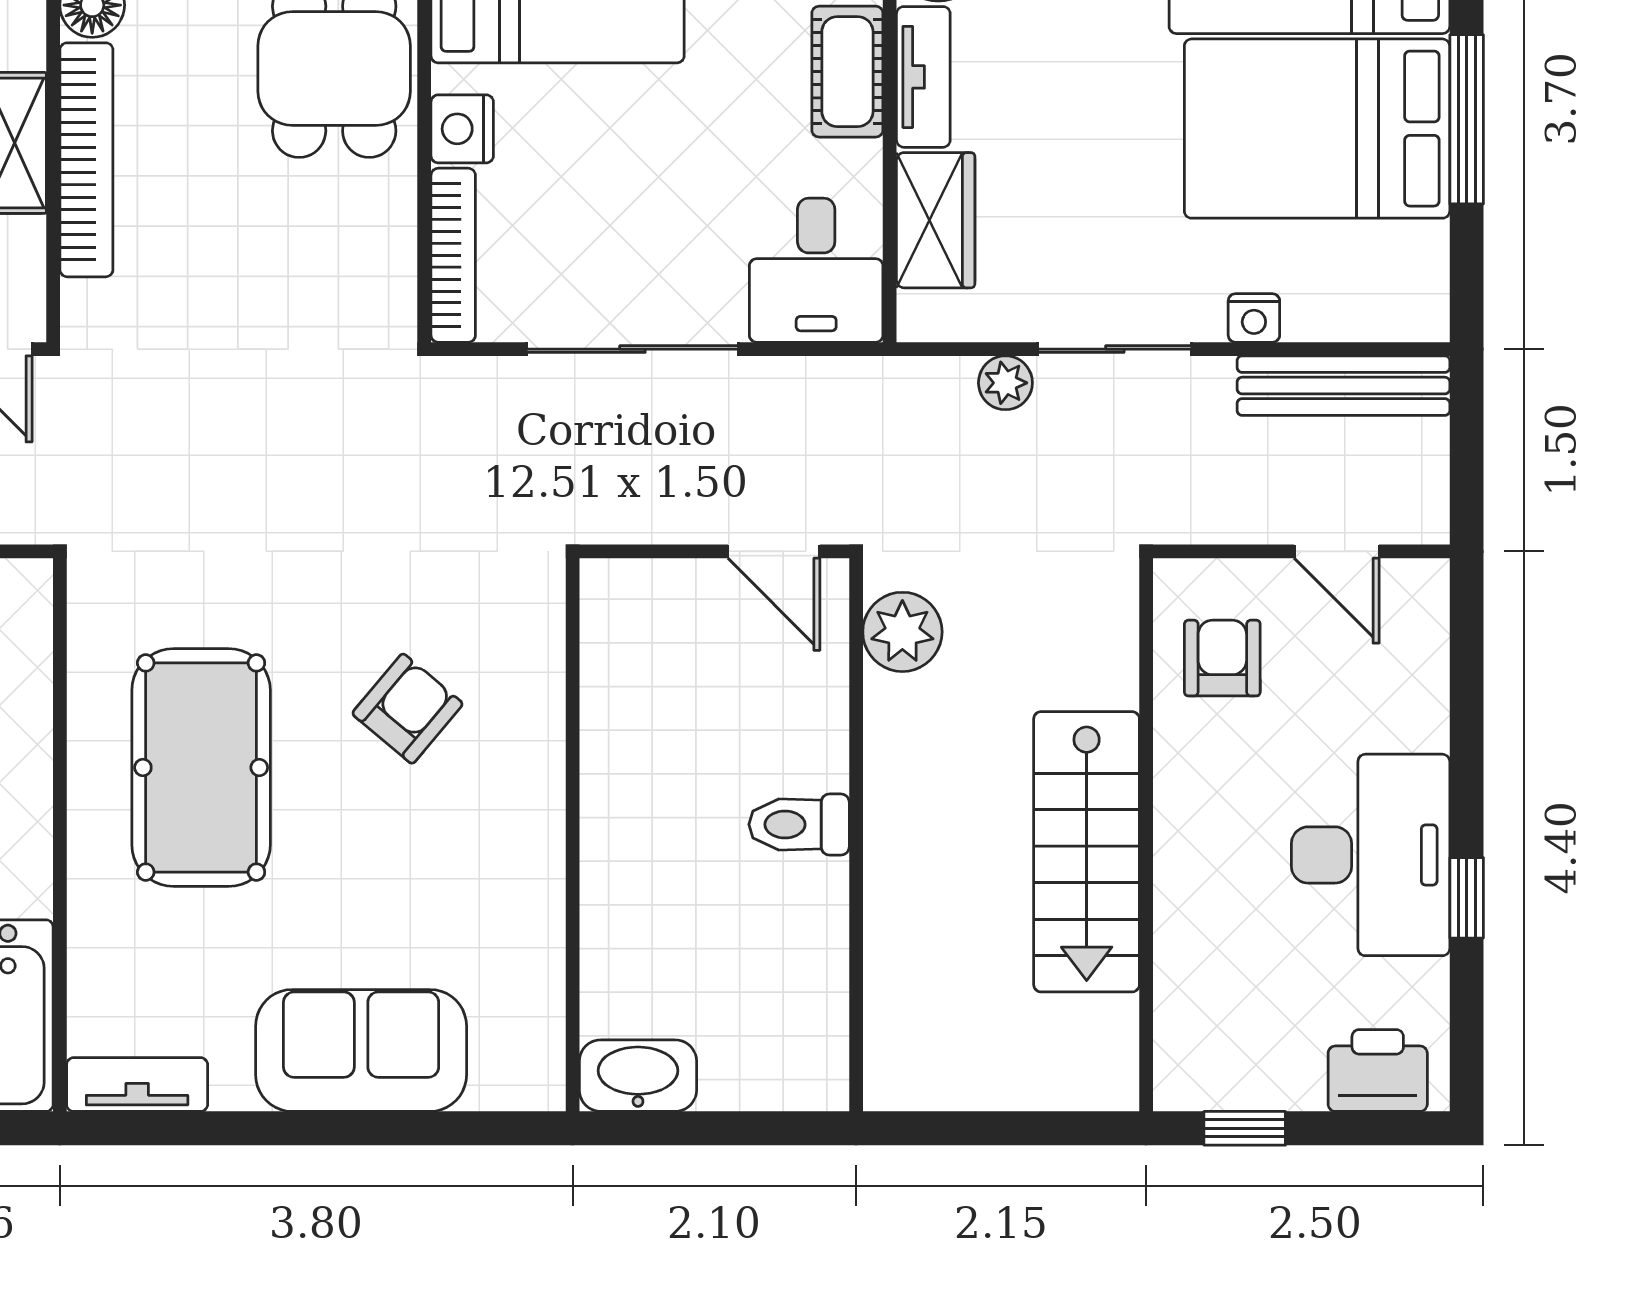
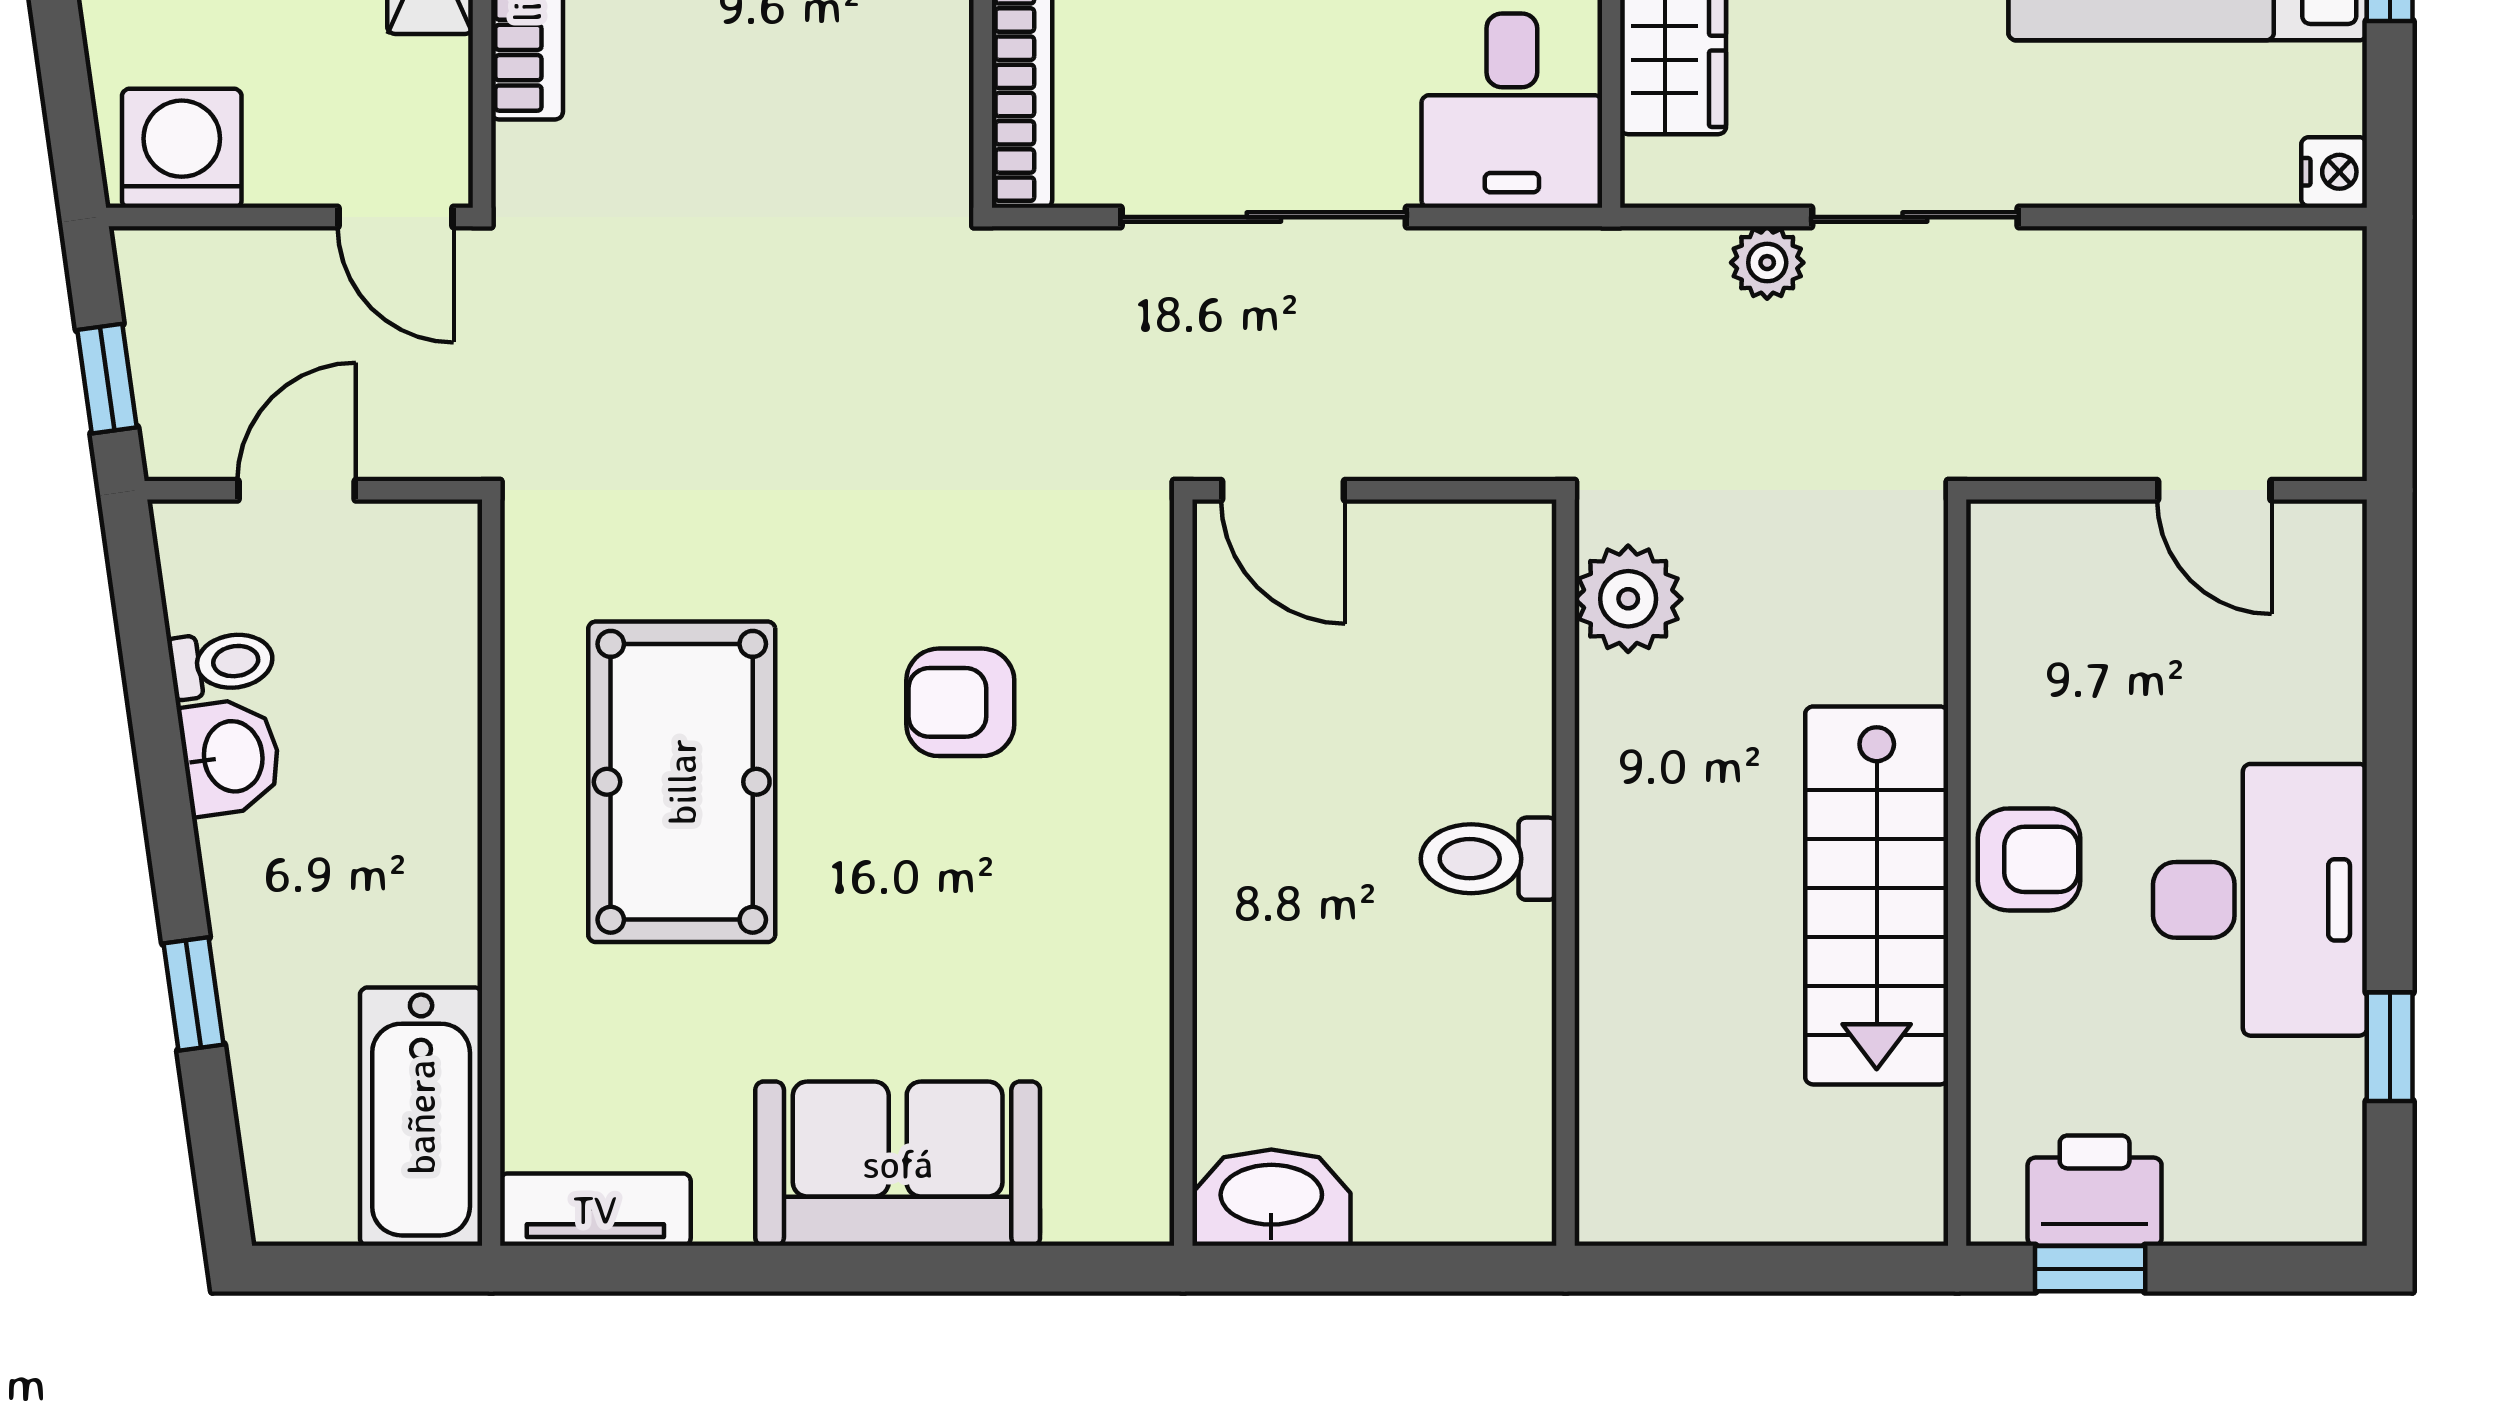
nightstand: (1254, 318) -> (2334, 172), moved, turned -90
bench: (1343, 386) -> (2223, 266), removed
door: (774, 551) -> (1283, 490), moved
armchair: (1222, 658) -> (2029, 859), moved, turned 90
armchair: (407, 709) -> (960, 702), turned -130
window: (1467, 898) -> (2390, 1047), moved
printer: (1378, 1070) -> (2095, 1191), moved

